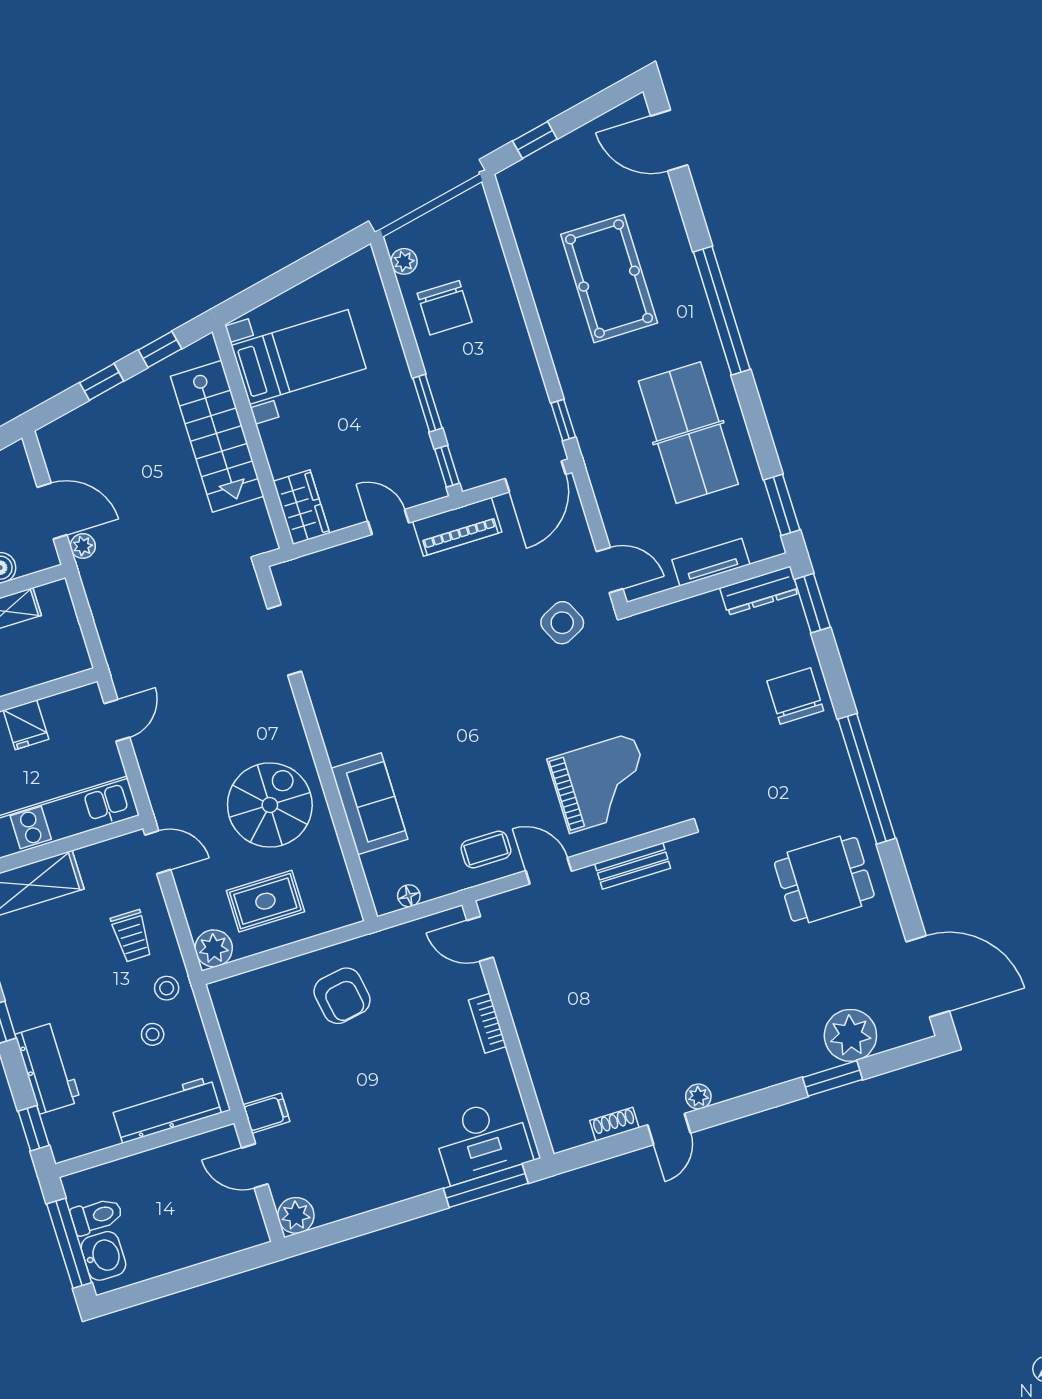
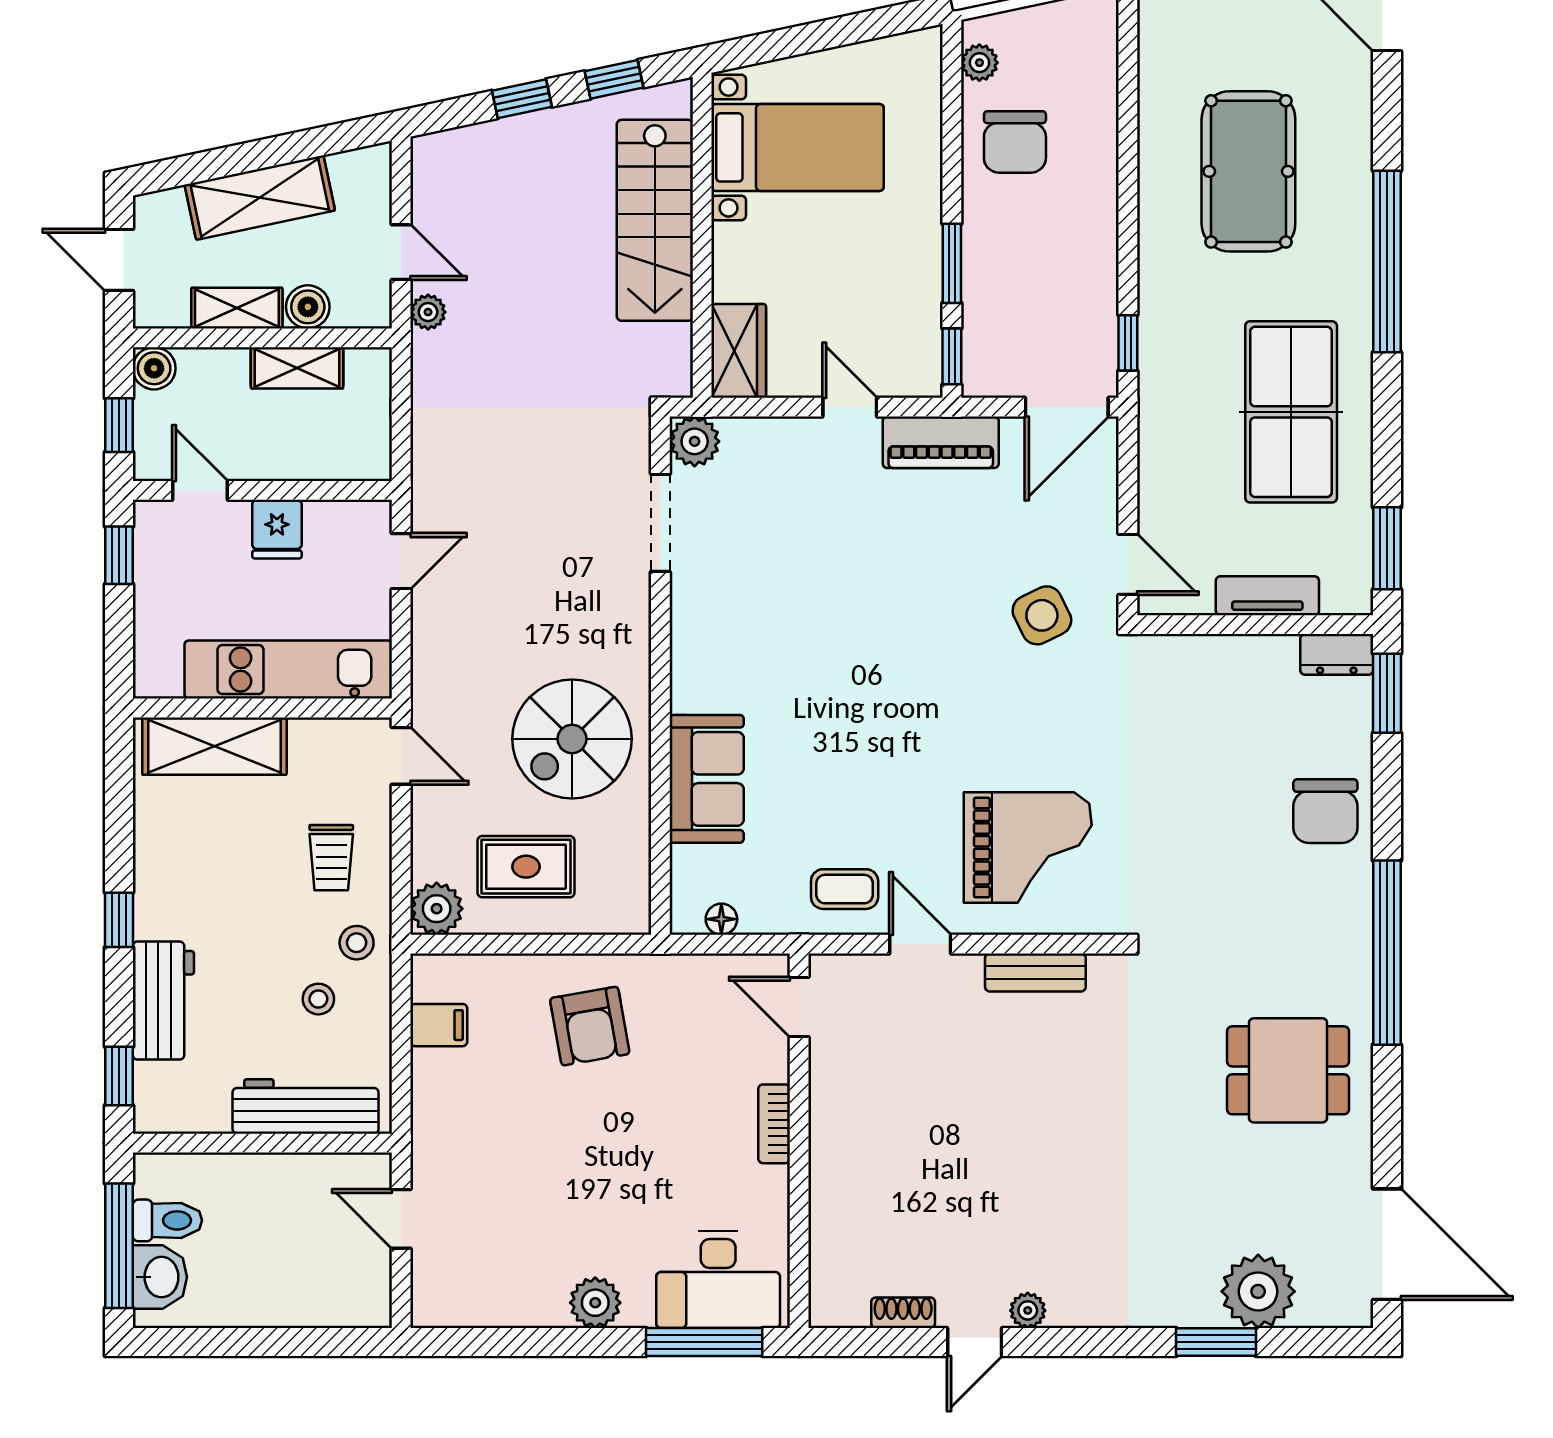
door: (52, 511) -> (401, 252), width x0.73
plant: (290, 578) -> (695, 441), added
dresser: (759, 591) -> (1337, 654), width x0.70
chair: (795, 696) -> (1325, 811), turned 180
spiral stairs: (270, 805) -> (572, 739), turned 180
filing cabinet: (266, 1113) -> (439, 1025), moved
plant: (296, 1215) -> (595, 1303), moved

